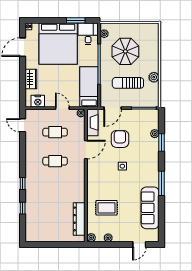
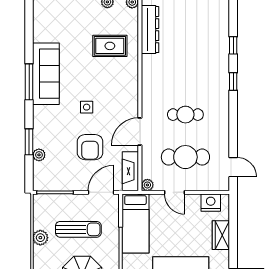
cafe table: (55, 132) -> (185, 157), width x1.37, depth x1.35
sofa: (150, 208) -> (46, 74), moved

